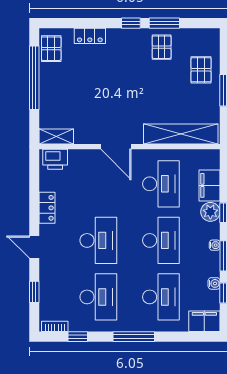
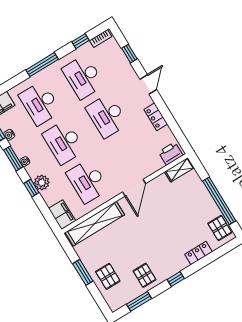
window: (164, 23) -> (139, 301), moved
door: (116, 147) -> (134, 188), swing flipped
filing cabinet: (210, 185) -> (62, 215), moved
door: (34, 247) -> (148, 84), hinge flipped

